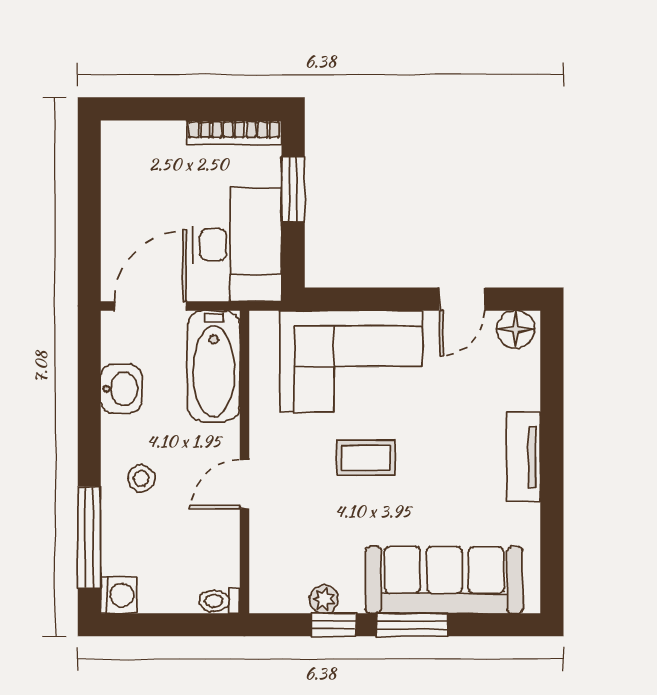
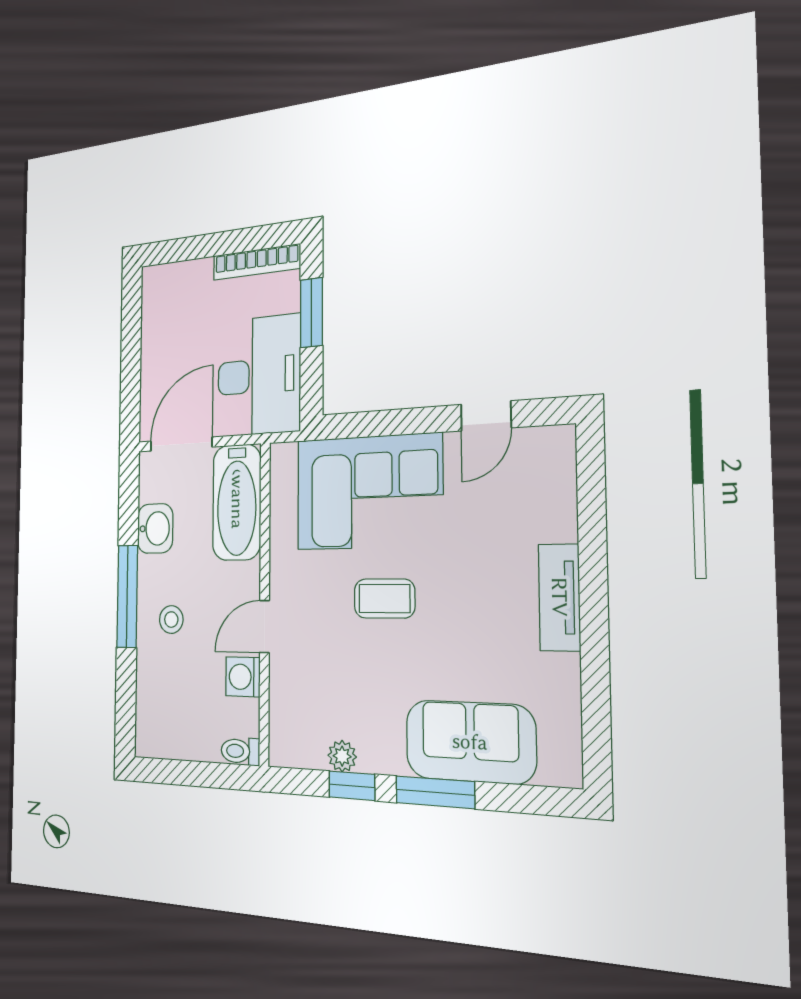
floor lamp: (516, 329) -> (547, 447), removed
window: (89, 538) -> (127, 596), moved
sofa: (444, 580) -> (470, 742), width x0.73
washing machine: (119, 595) -> (243, 677), moved, turned 180

